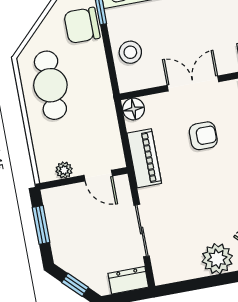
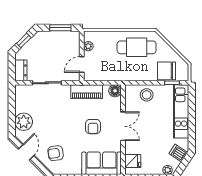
chair: (82, 25) -> (166, 71), turned -90

